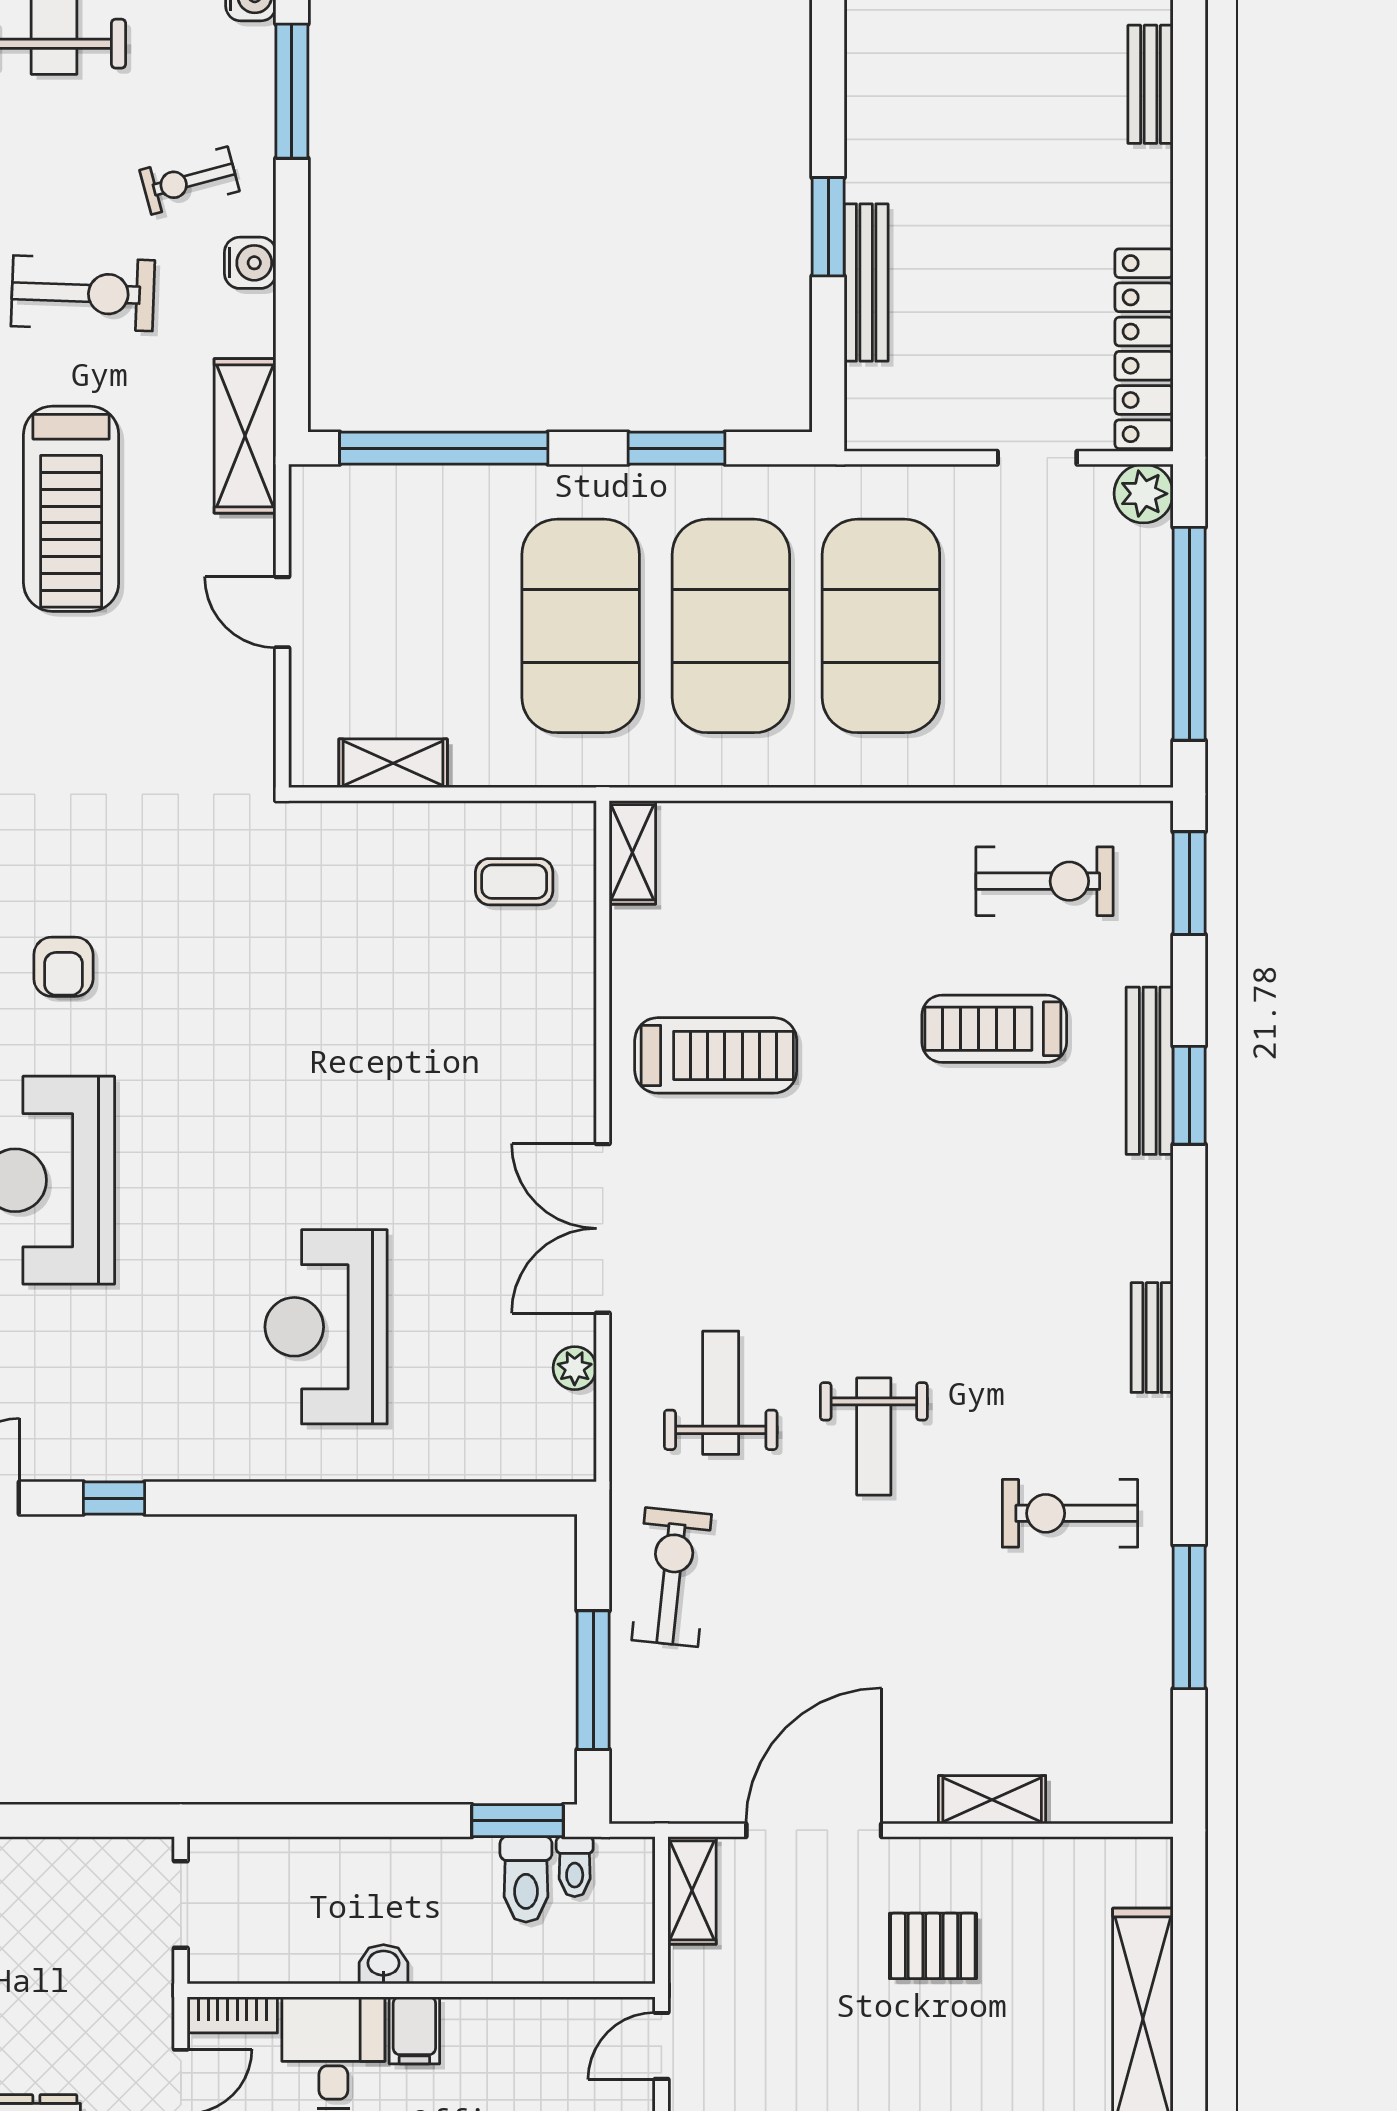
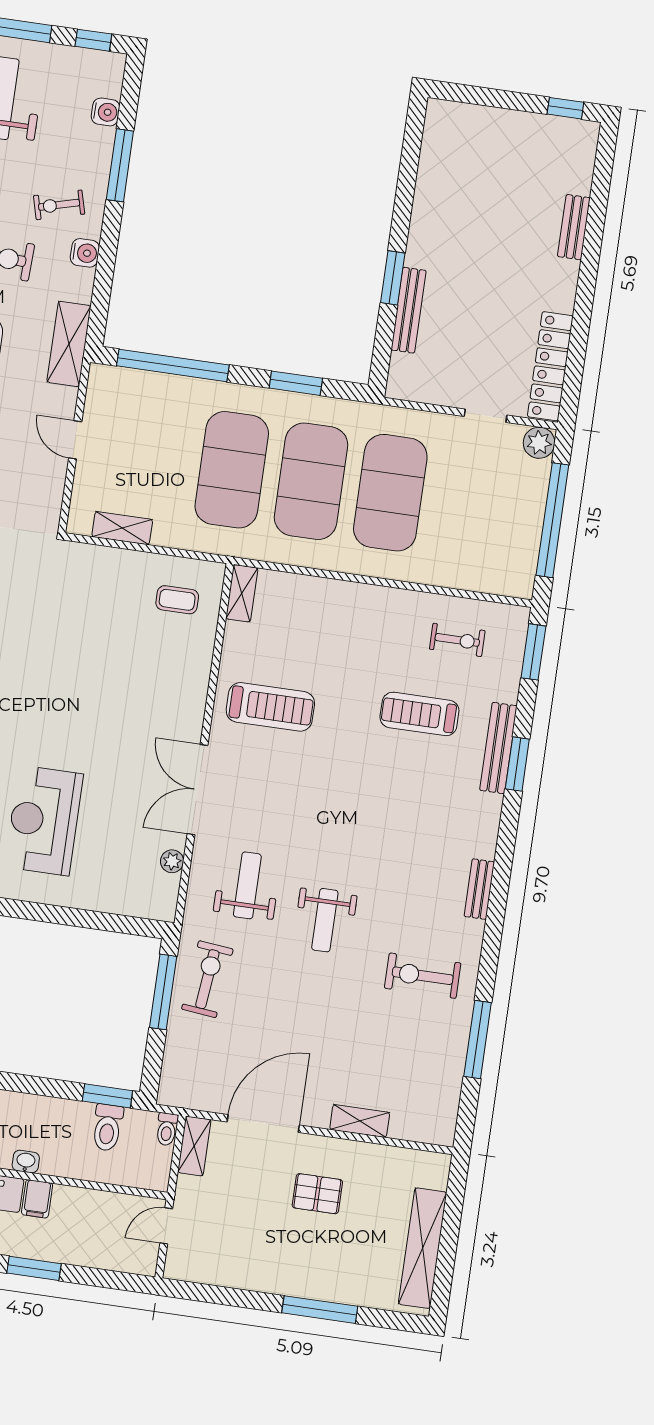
exercise bike: (1045, 881) -> (457, 640), width x0.73, depth x0.72
window: (593, 1680) -> (163, 992), moved
toilet: (575, 1867) -> (167, 1129), moved

